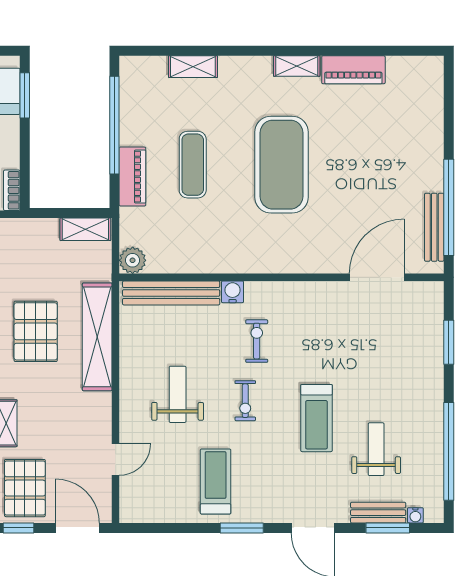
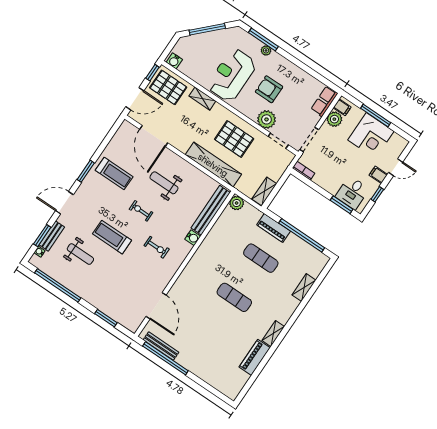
exercise mat: (282, 165) -> (234, 297), width x0.50, depth x0.69
exercise bike: (257, 341) -> (157, 247), moved
weight bench: (178, 394) -> (164, 183), turned 180
door: (116, 460) -> (154, 136), width x1.88

